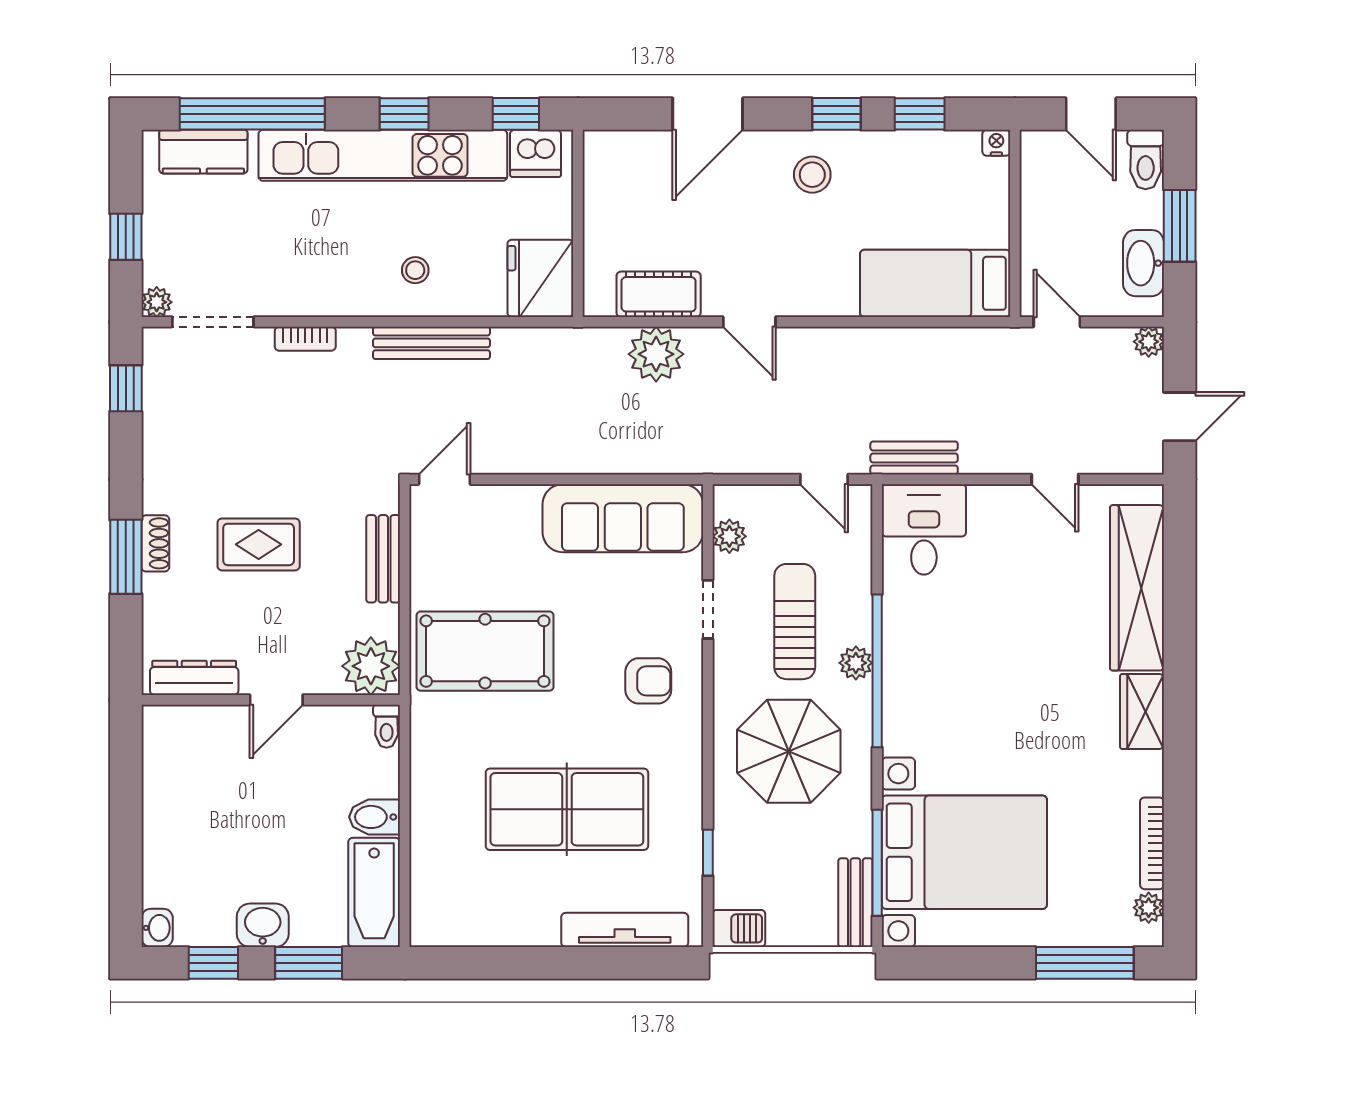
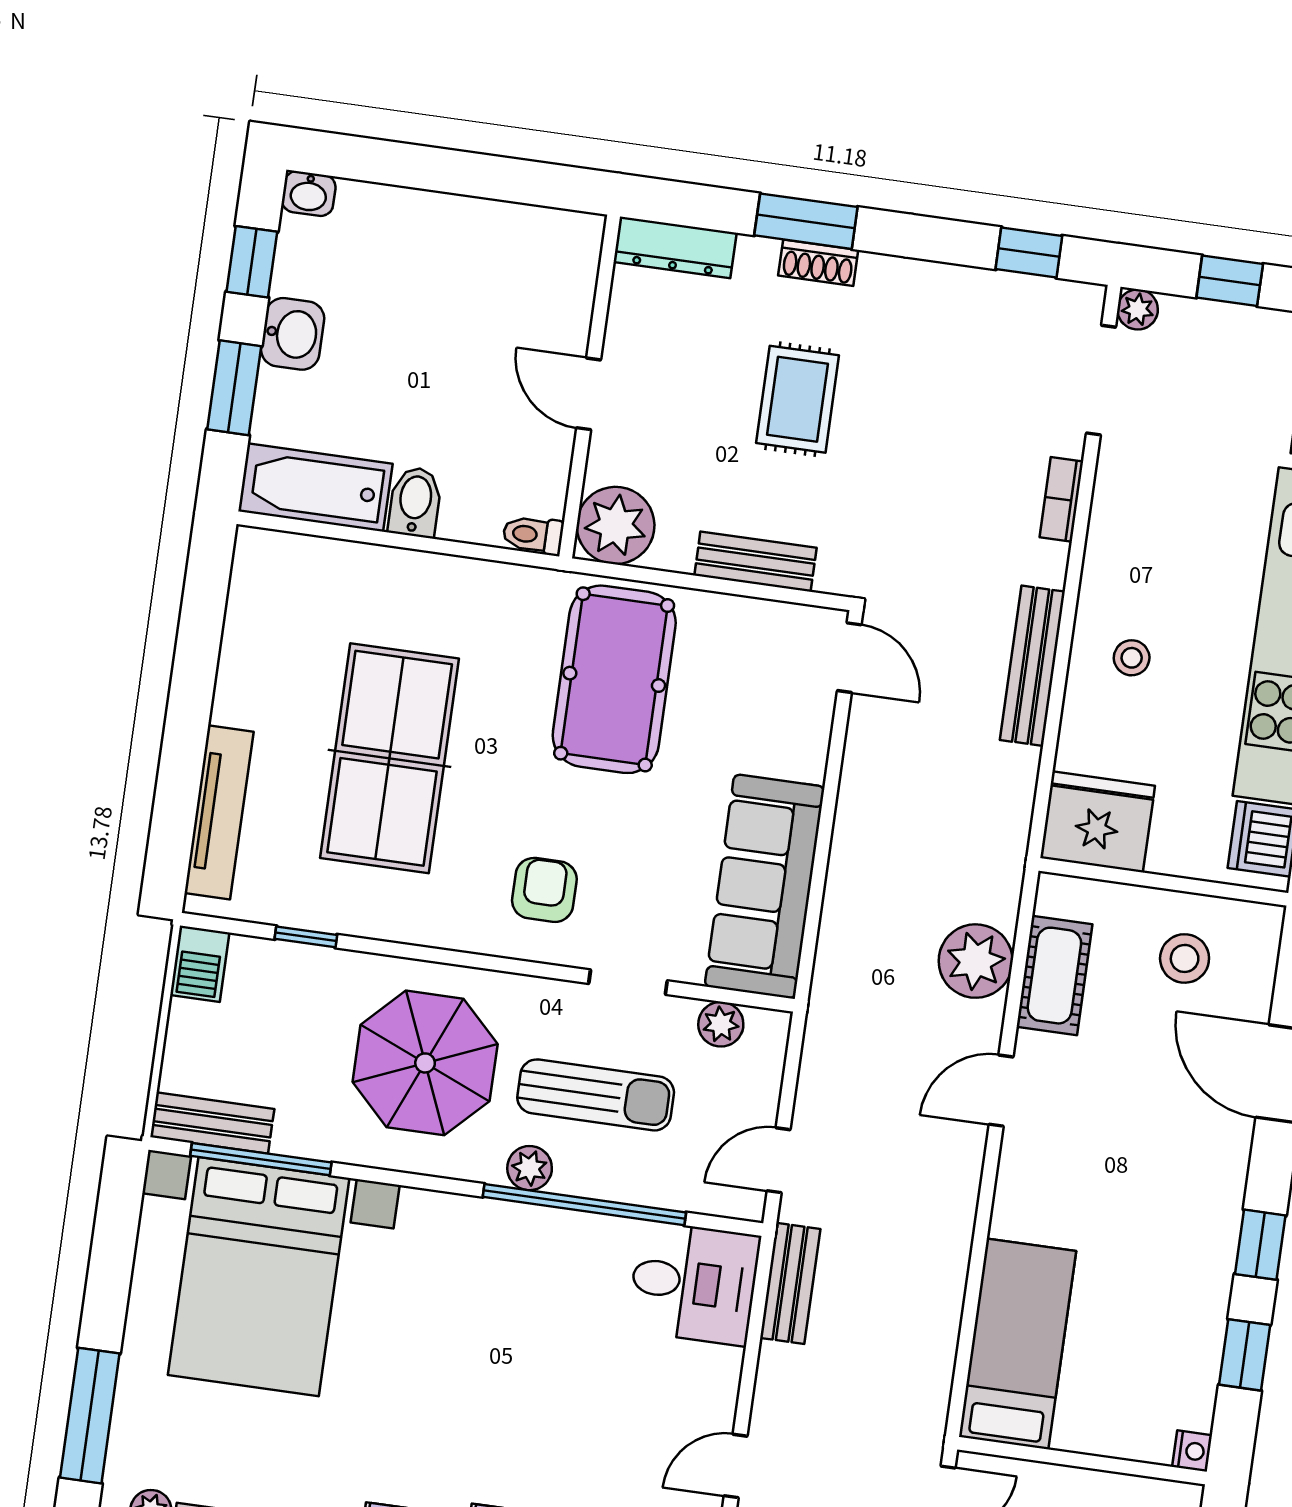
stool: (812, 175) -> (1185, 958), moved
window: (877, 671) -> (584, 1205), moved
dresser: (194, 678) -> (675, 247), moved, turned 90
armchair: (648, 681) -> (544, 890), turned 180

